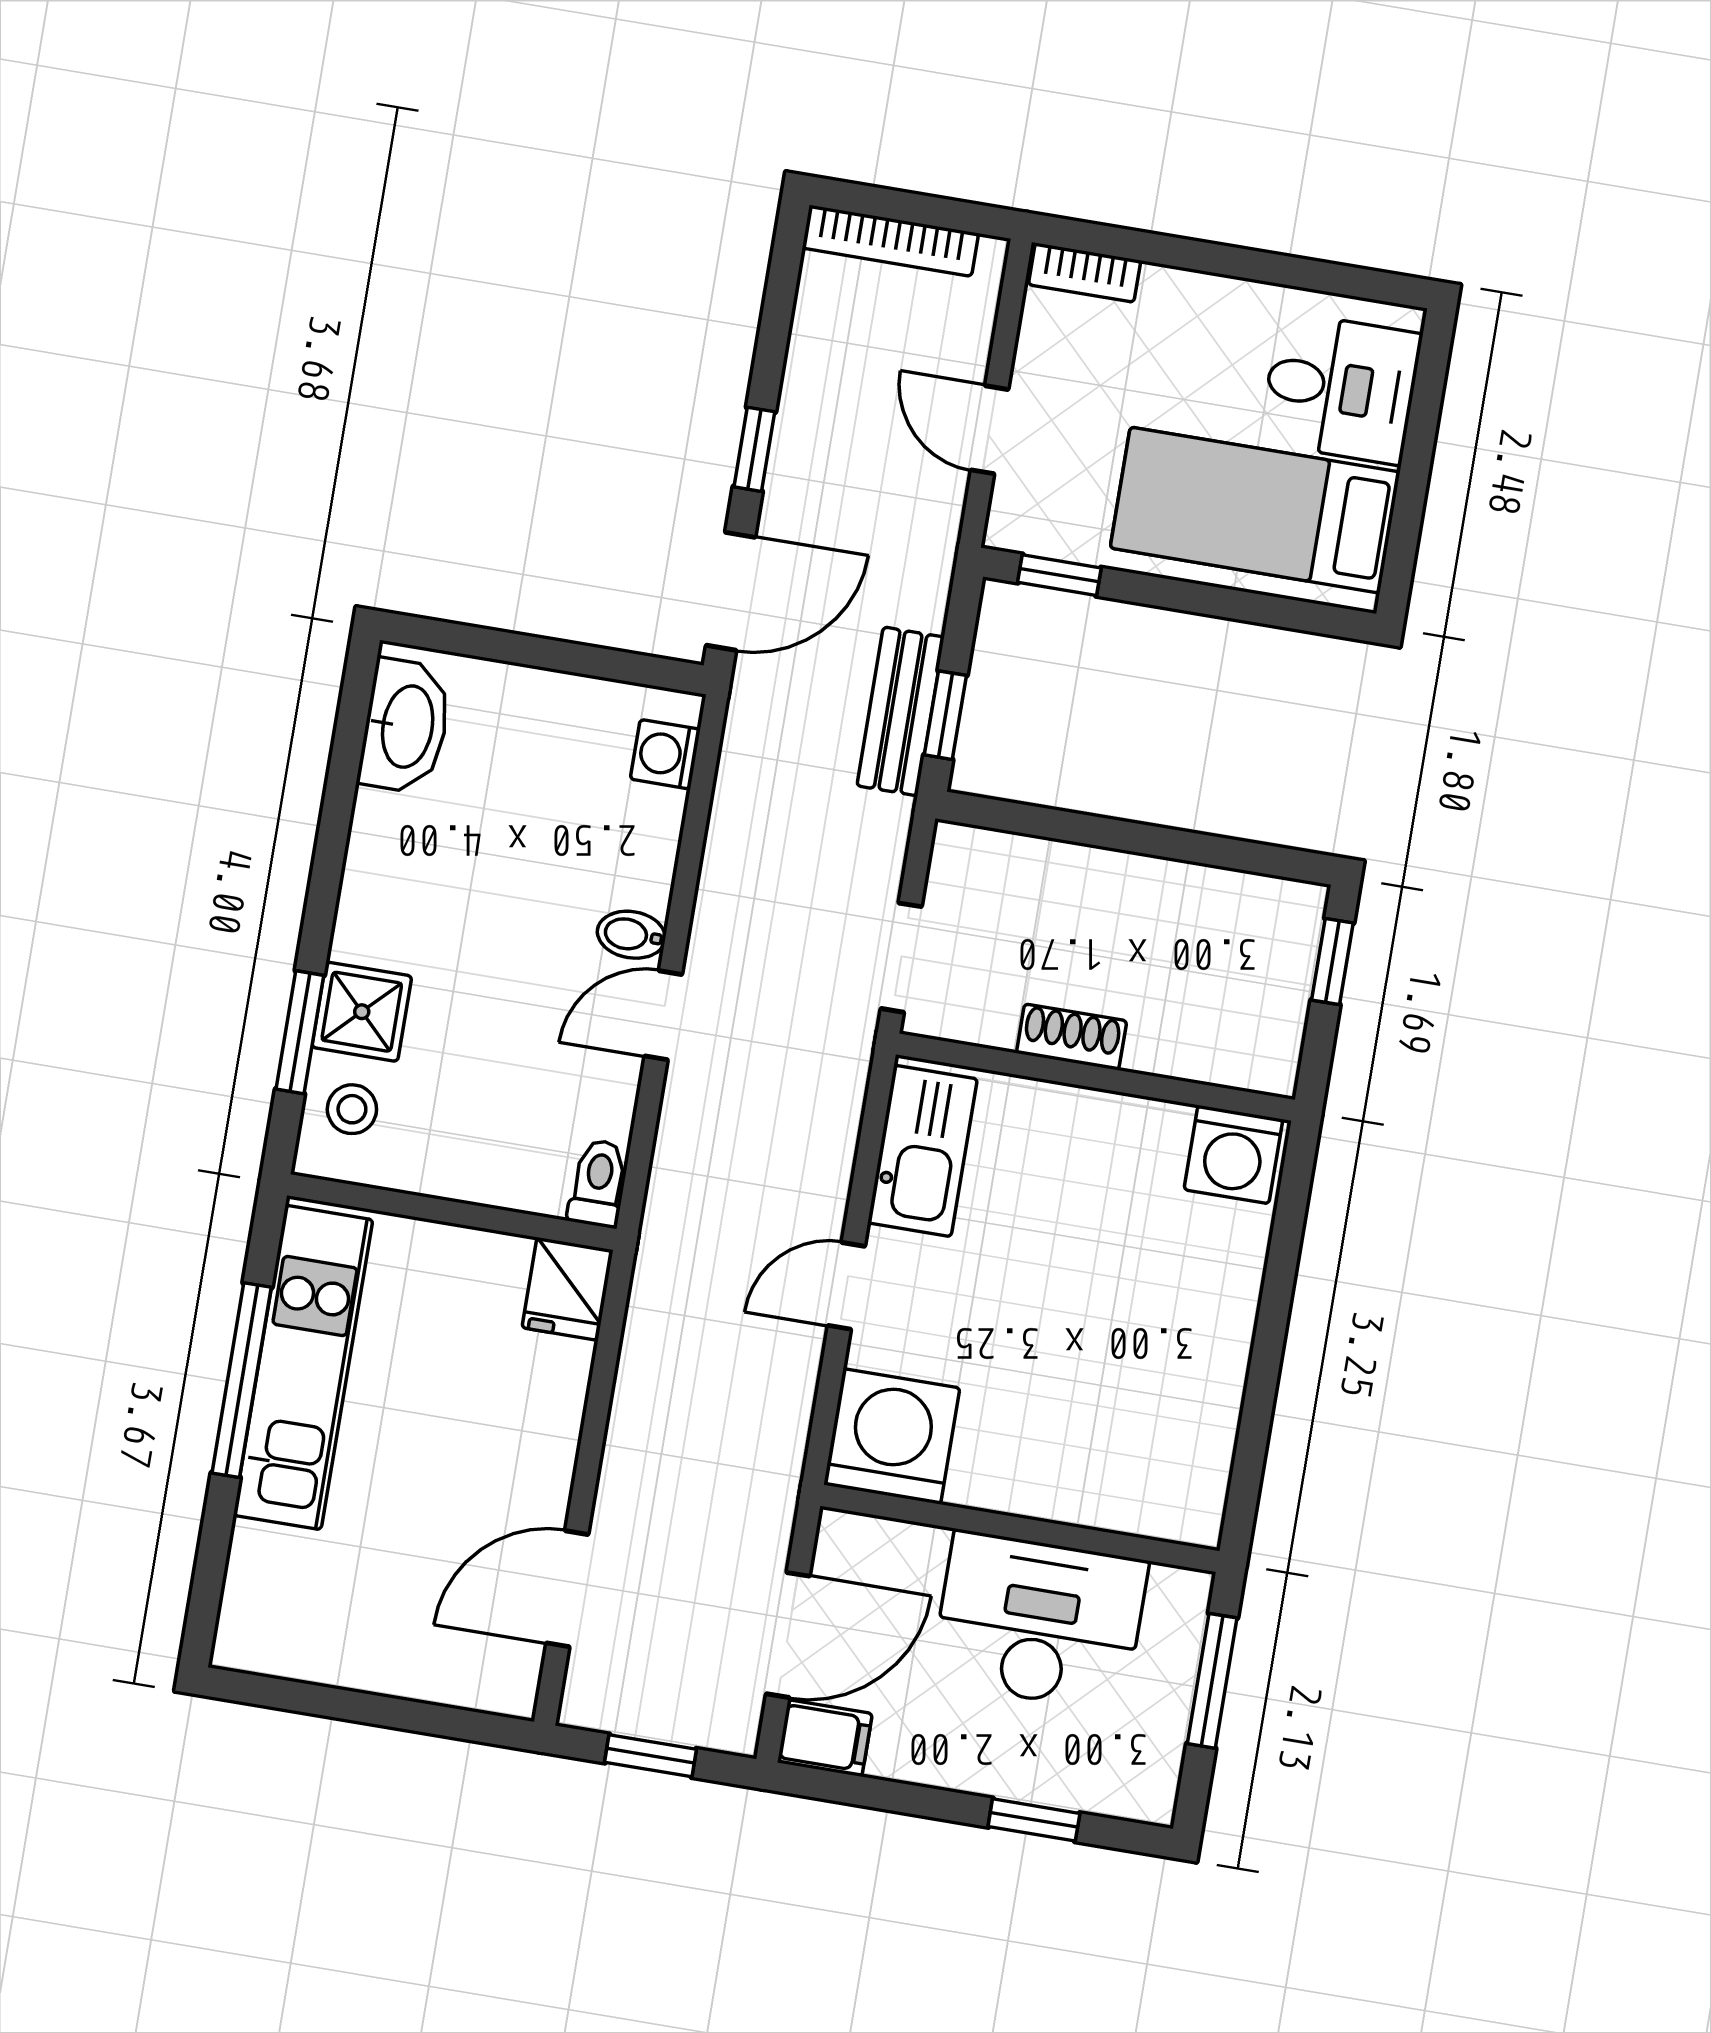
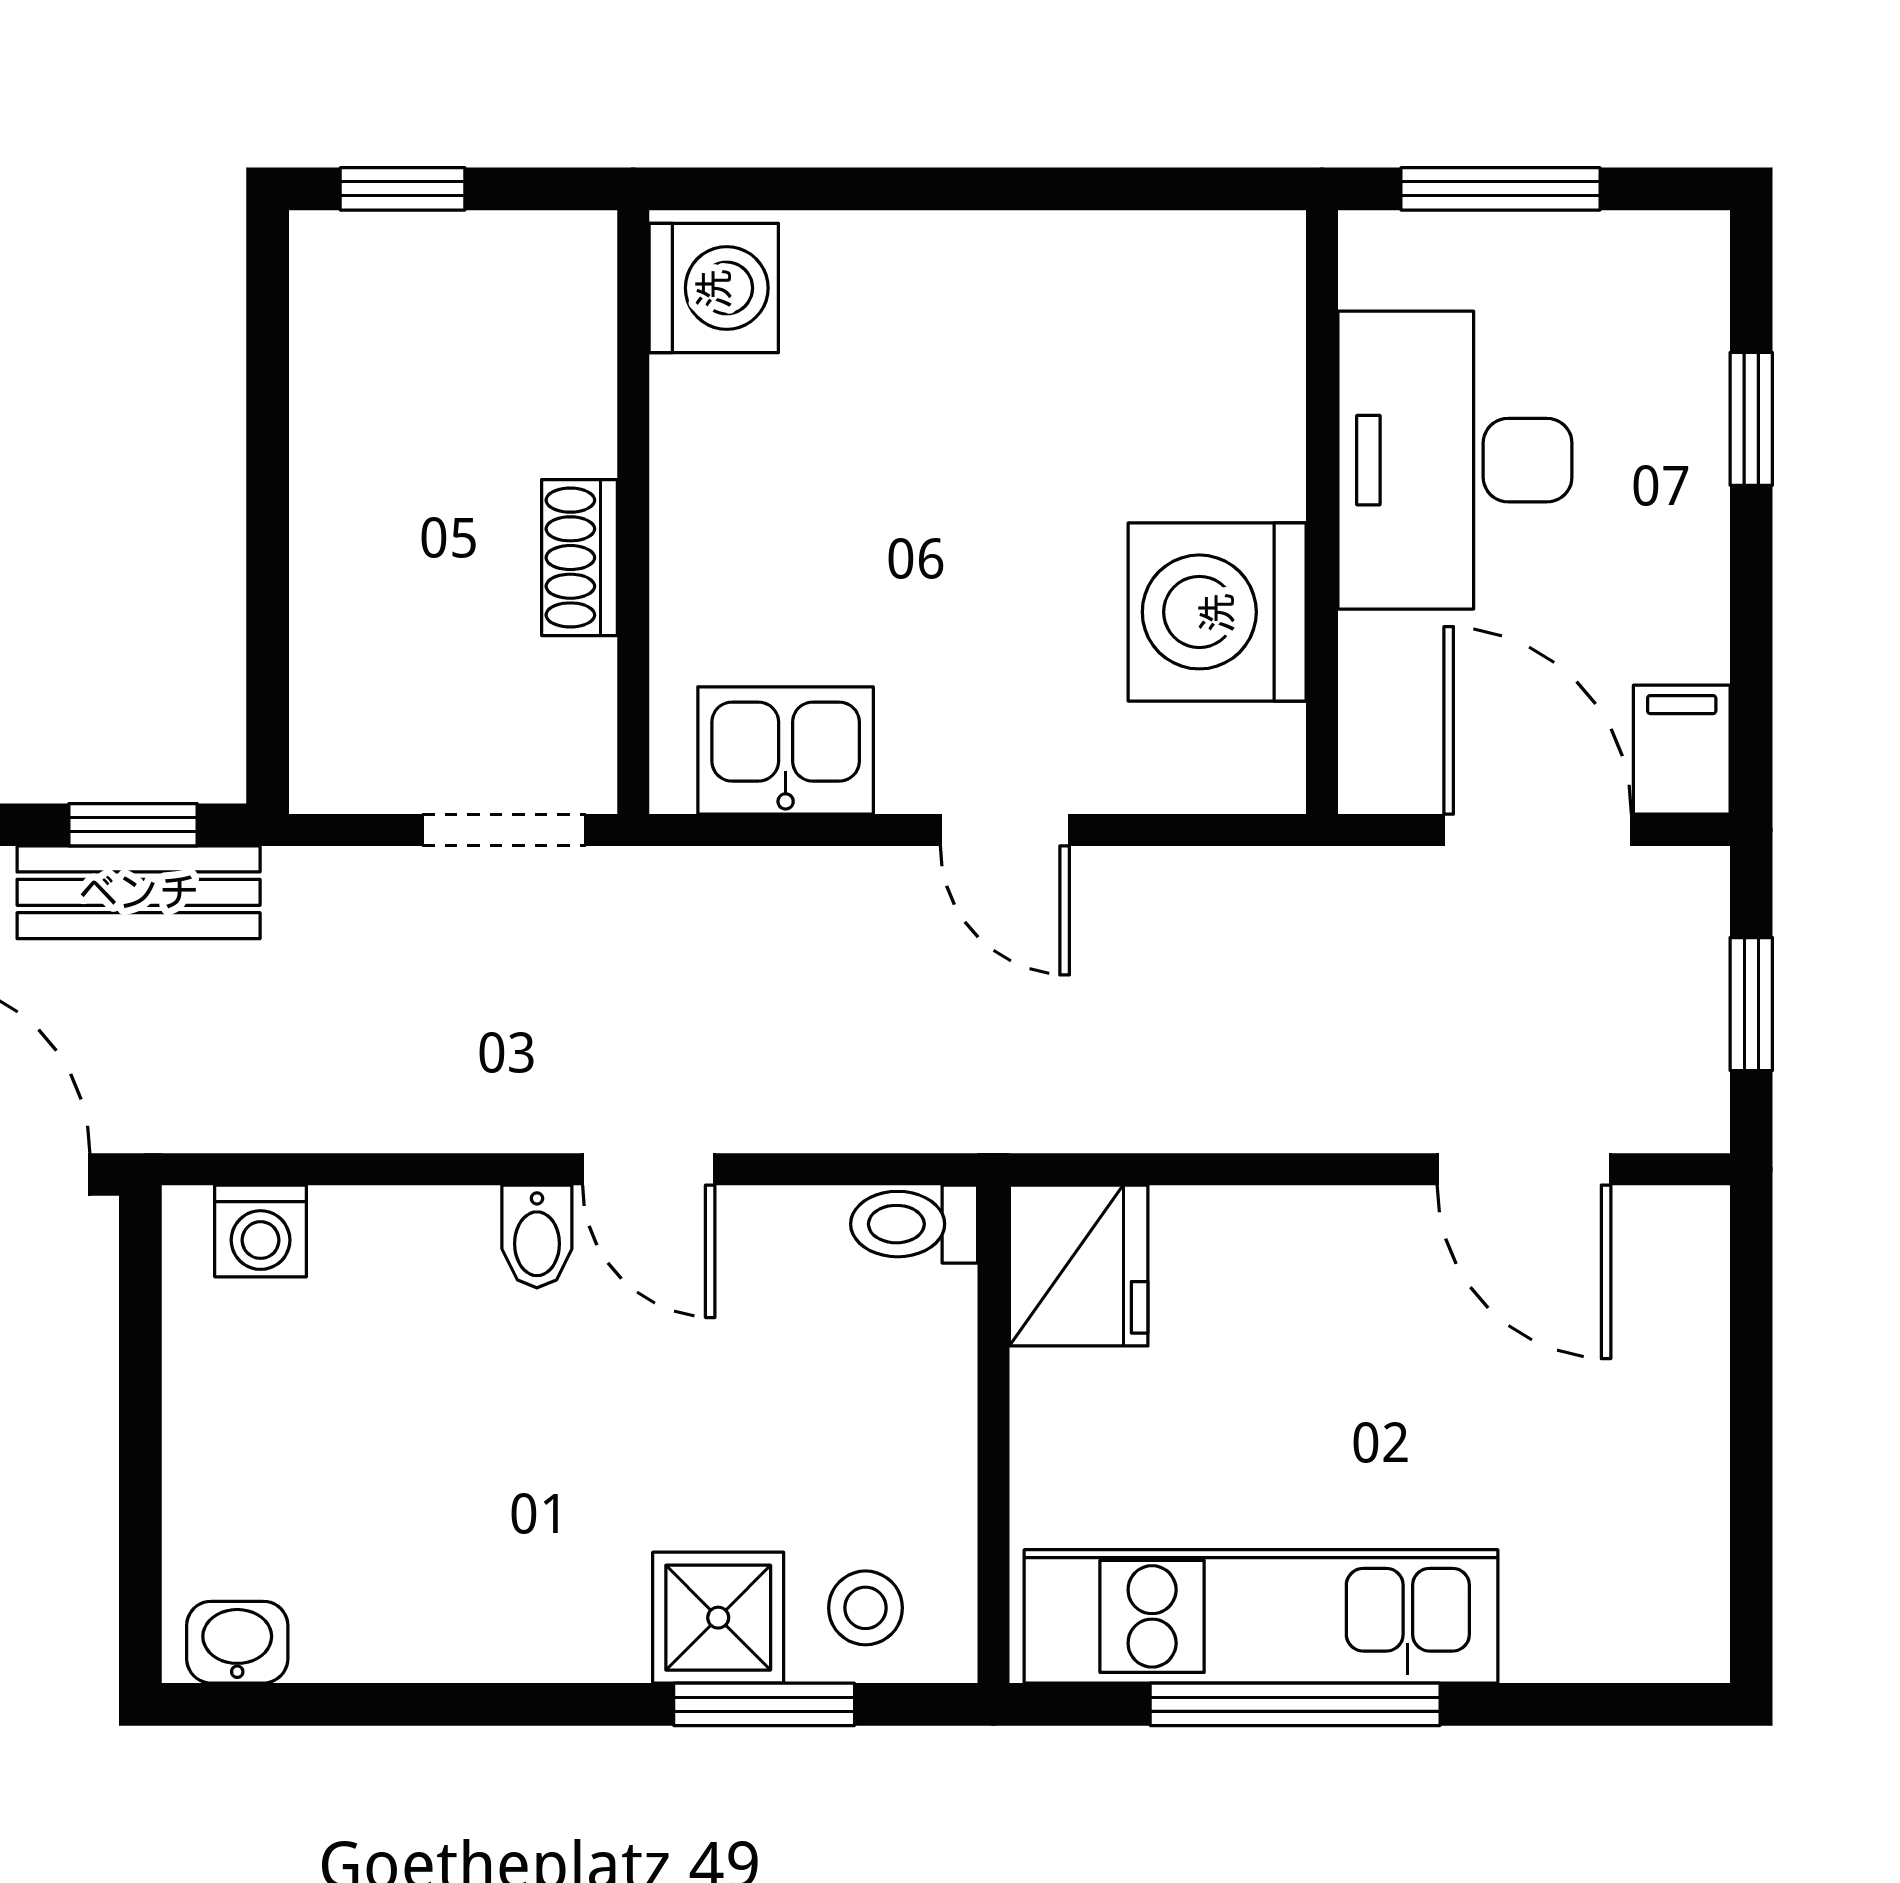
washbasin: (405, 726) -> (237, 1642), width x0.52, depth x0.69
kitchen sink: (922, 1151) -> (786, 751), width x0.73
fridge: (568, 1289) -> (1079, 1266), width x1.38
washing machine: (892, 1436) -> (1217, 612), moved

